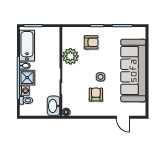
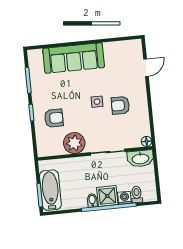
armchair: (91, 42) -> (54, 118), turned 90
bathtub: (27, 46) -> (50, 190), moved, turned 90
sofa: (133, 71) -> (74, 58), width x0.74, depth x0.79

